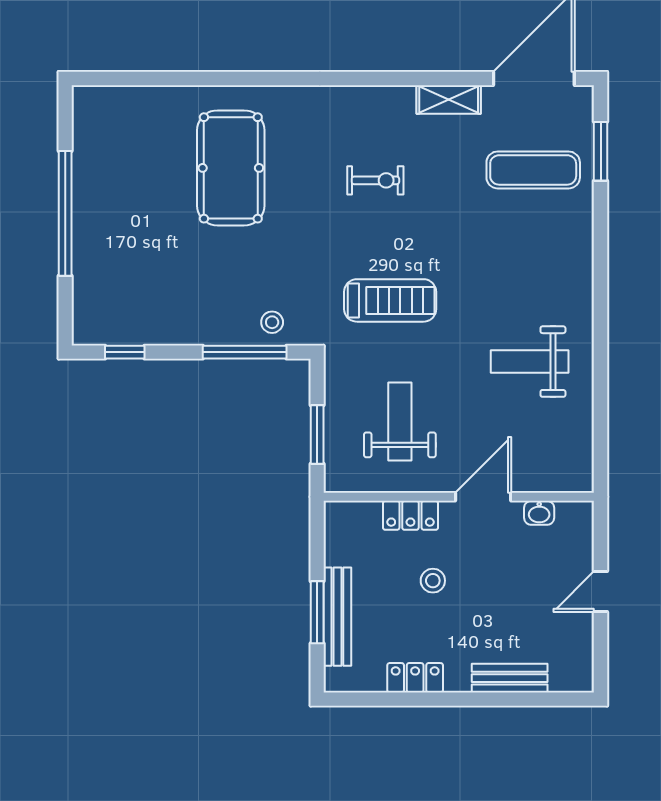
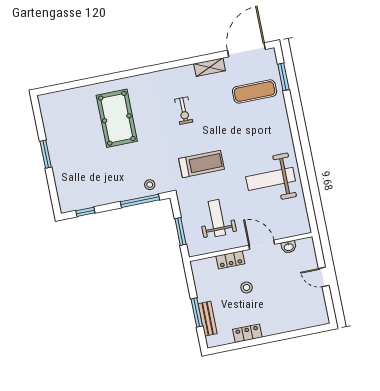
exercise bike: (375, 180) -> (184, 111), turned 90
window: (65, 213) -> (46, 154), width x0.47
weight bench: (530, 362) -> (271, 179), width x1.36, depth x1.33
door: (483, 497) -> (262, 245), hinge flipped
door: (601, 591) -> (324, 277), hinge flipped
bench: (337, 617) -> (208, 319), width x0.73
bench: (510, 678) -> (290, 325), removed

